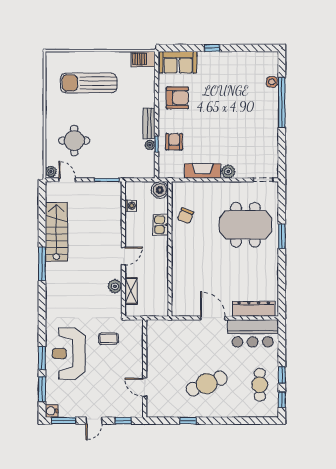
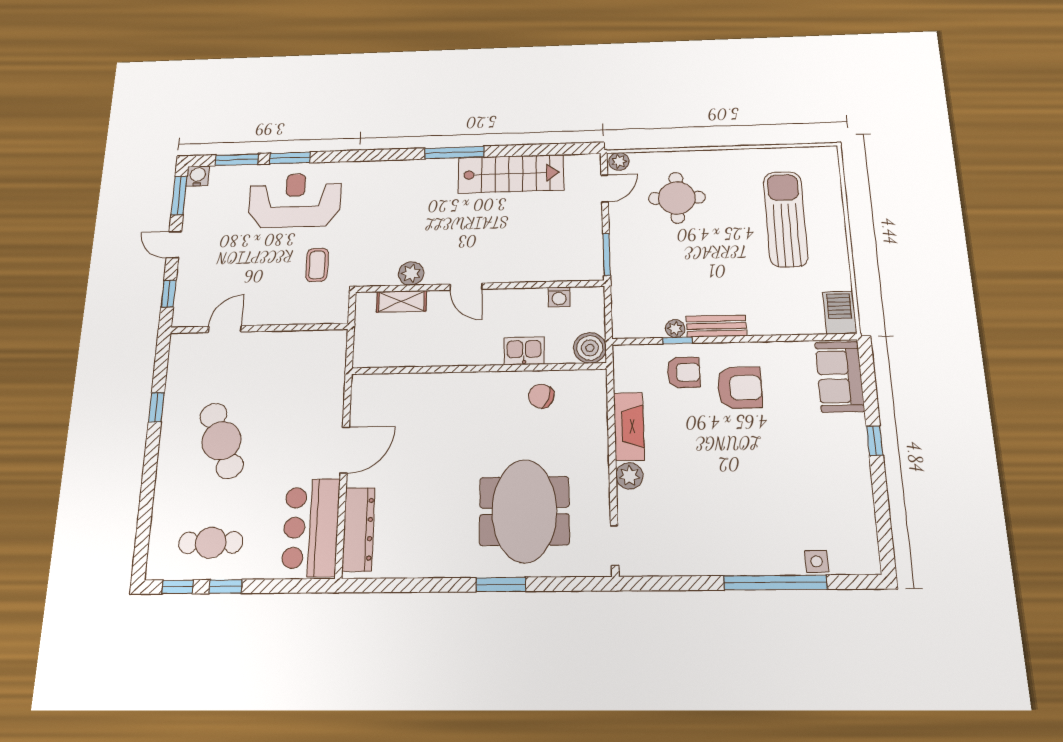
armchair: (177, 98) -> (740, 388), moved, turned -90

